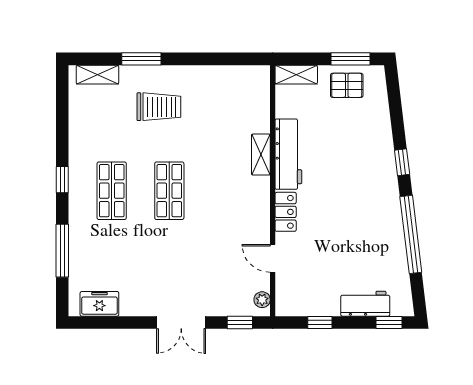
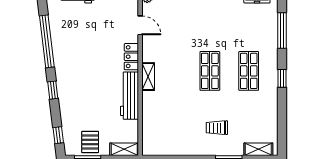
pallet: (347, 85) -> (90, 142), turned 90
window: (394, 96) -> (58, 135), added
trolley: (159, 107) -> (217, 128), width x0.73, depth x0.72
shelving: (261, 155) -> (148, 77), moved

